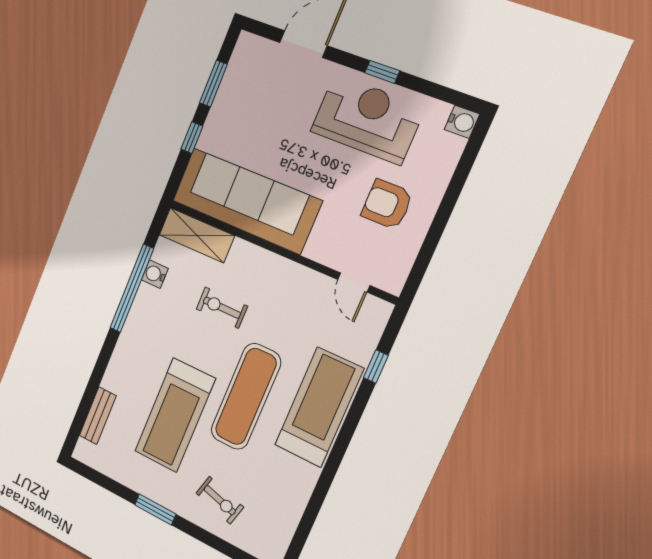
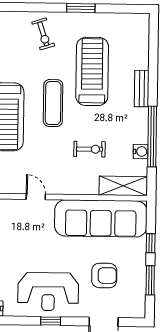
armchair: (387, 204) -> (104, 275), moved
door: (354, 282) -> (36, 197), moved
exercise mat: (246, 396) -> (53, 103), width x0.73, depth x0.69
bench: (98, 416) -> (142, 89), moved
exercise bike: (220, 500) -> (43, 34), turned -123

